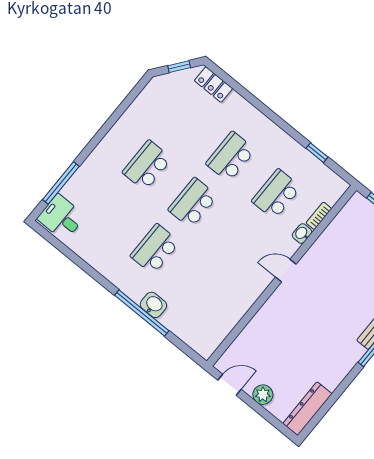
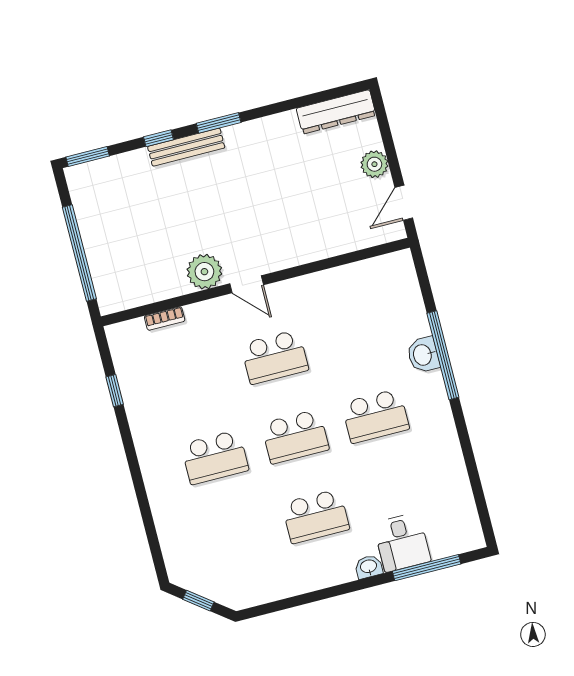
locker: (213, 85) -> (175, 552), removed
school desk: (276, 194) -> (275, 357), moved
desk: (61, 217) -> (402, 542), moved
washbasin: (302, 234) -> (369, 567), moved, turned 180
plant: (316, 260) -> (204, 272), added
door: (229, 385) -> (404, 203), hinge flipped

